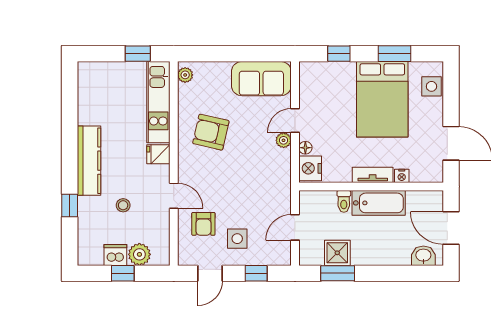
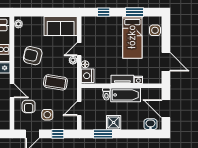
bed: (382, 99) -> (132, 37), width x0.67
coffee table: (252, 180) -> (55, 82), added
shower: (337, 253) -> (114, 123), moved

